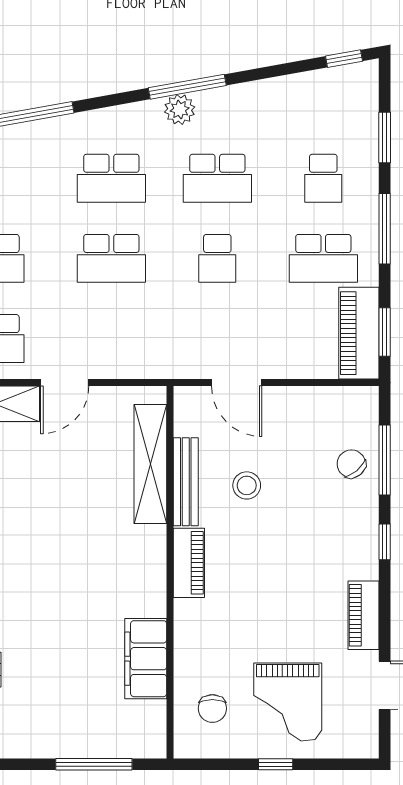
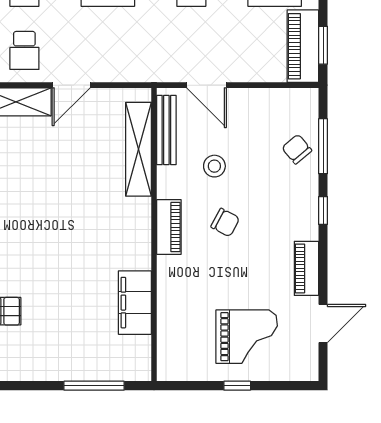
bench: (186, 482) -> (166, 130), moved
grand piano: (288, 702) -> (247, 337), turned -90
chair: (212, 708) -> (225, 223), moved, turned -62

